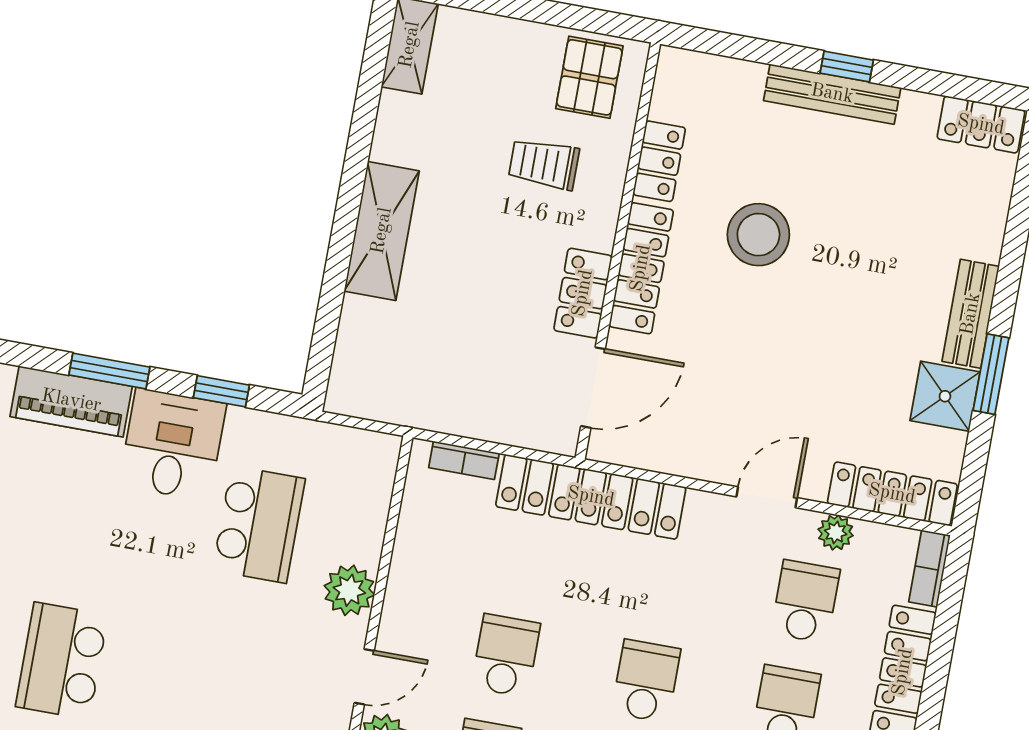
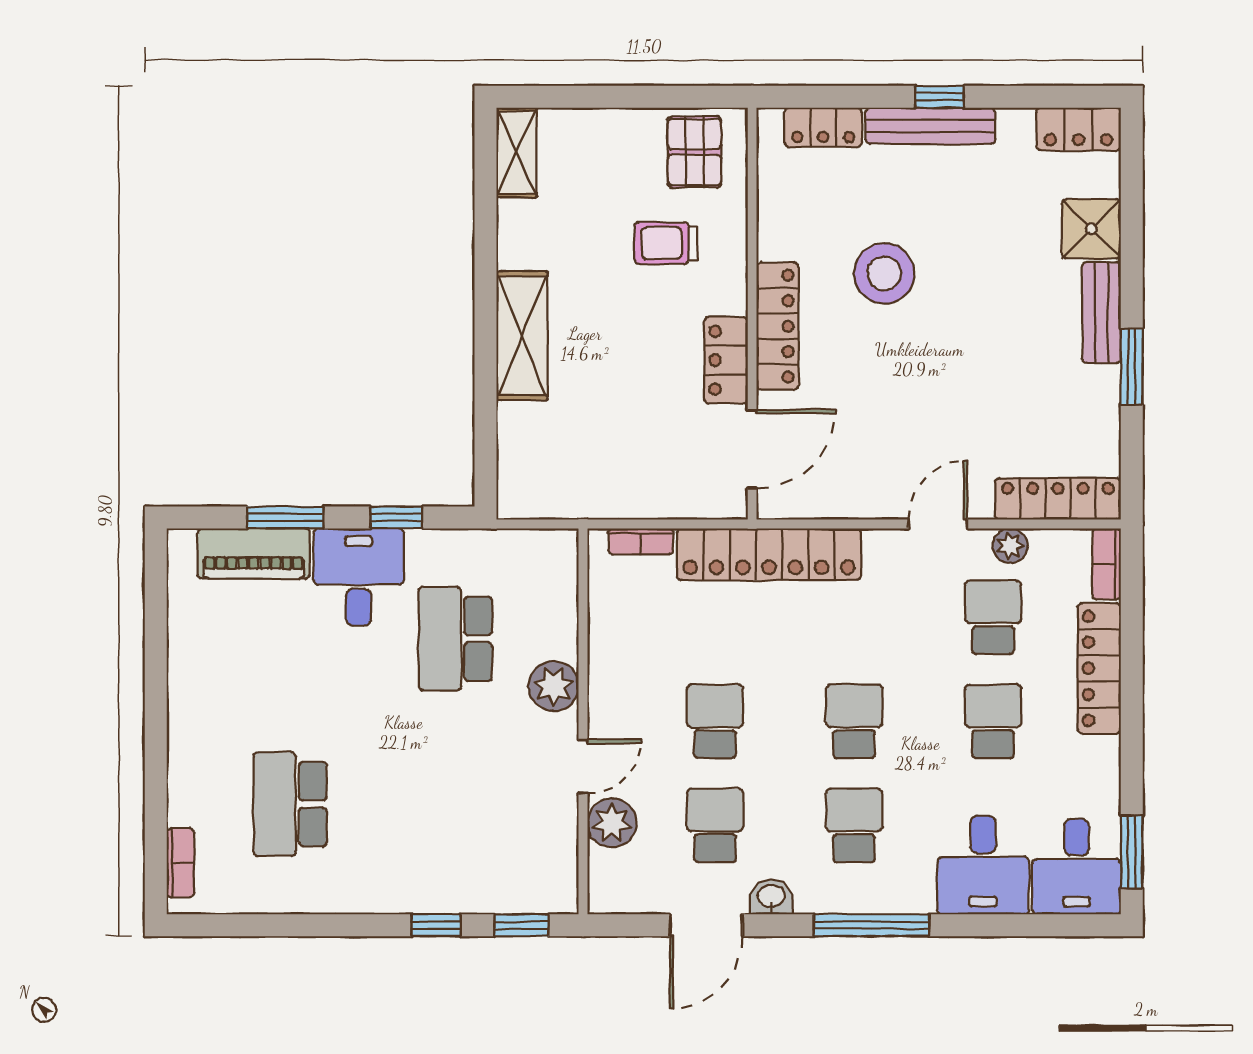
locker: (659, 161) -> (823, 127), moved, turned 90
shower: (945, 396) -> (1091, 229), moved
school desk: (259, 524) -> (455, 639), turned 180

